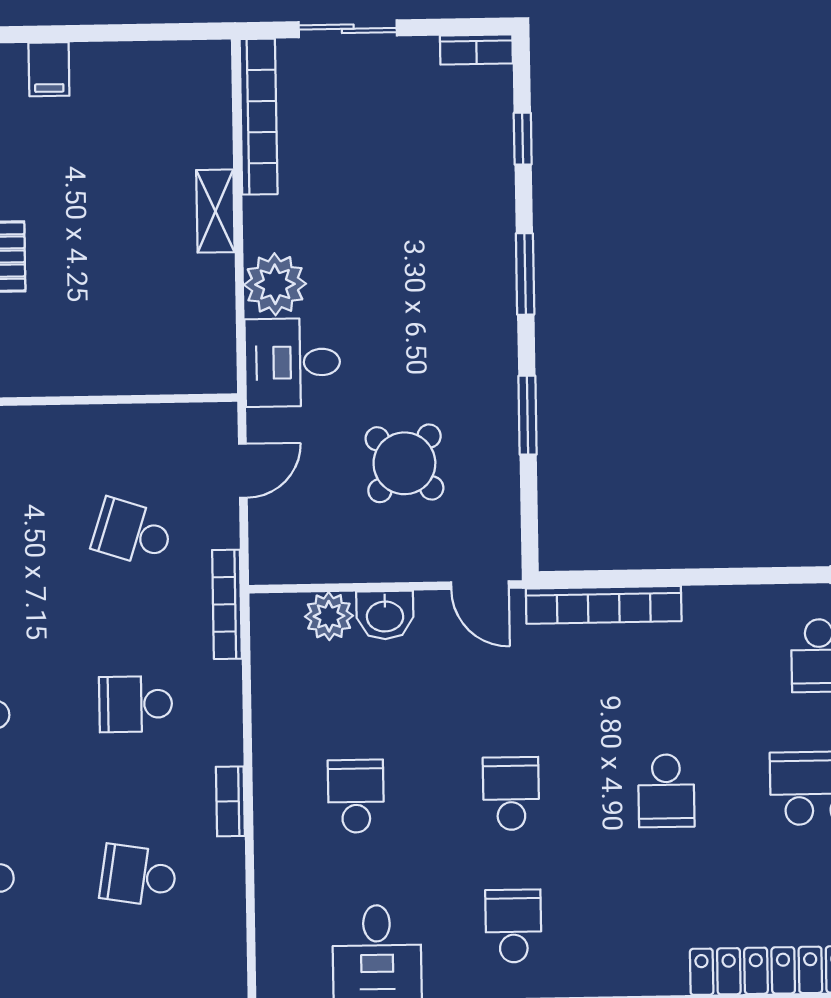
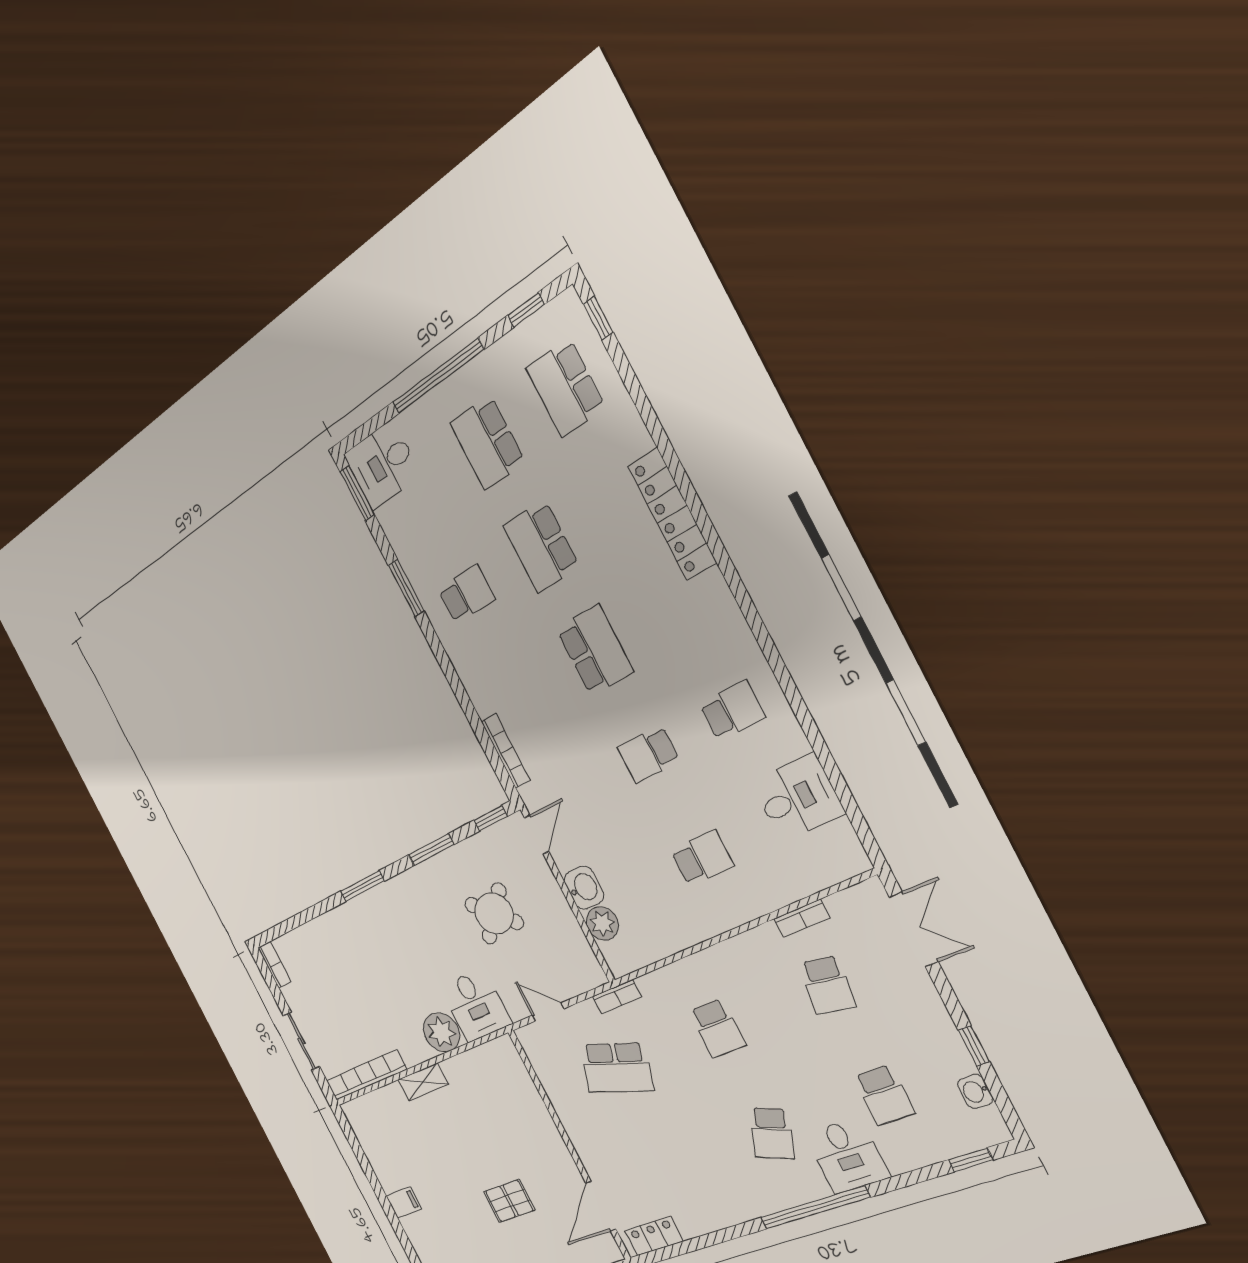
window: (523, 139) -> (491, 818), moved
school desk: (133, 533) -> (617, 1068), width x1.85
bookcase: (227, 604) -> (617, 997), width x0.64
bookcase: (604, 605) -> (506, 751), width x0.68, depth x0.76
school desk: (666, 791) -> (595, 650), width x1.85
school desk: (356, 796) -> (702, 858), turned 180
bookcase: (230, 801) -> (802, 918), moved
school desk: (513, 926) -> (732, 711), turned 180

